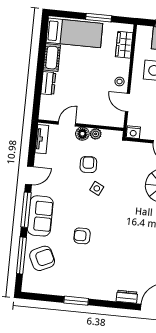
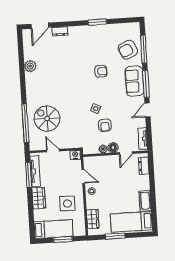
dresser: (48, 83) -> (144, 166), moved

